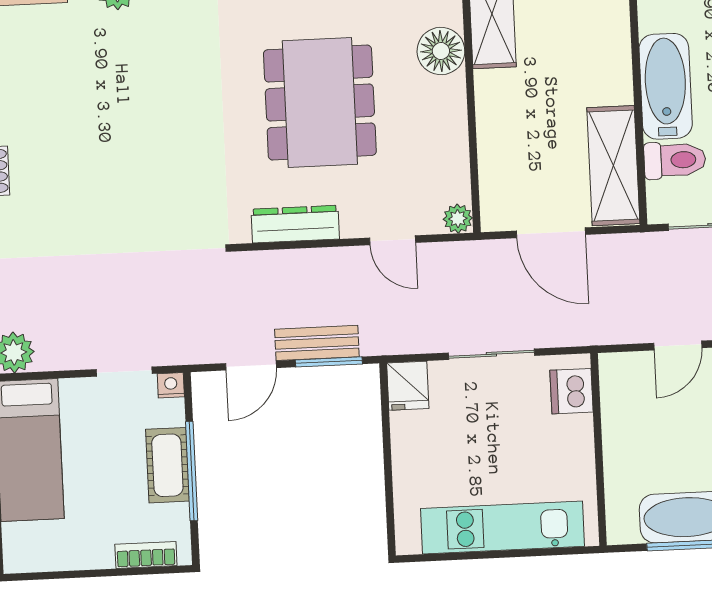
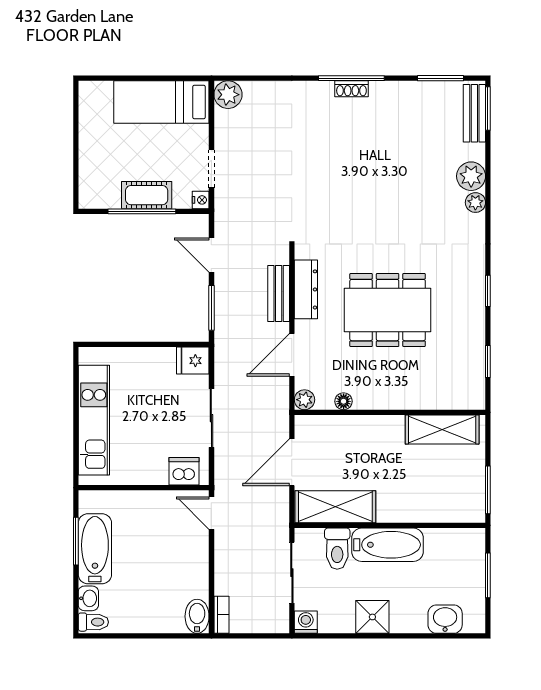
floor lamp: (441, 51) -> (344, 401), moved, width x0.53, depth x0.53
door: (393, 240) -> (292, 355), width x1.38
bench: (317, 343) -> (279, 293), moved
door: (678, 345) -> (211, 513), moved
bookcase: (146, 555) -> (87, 178), removed

